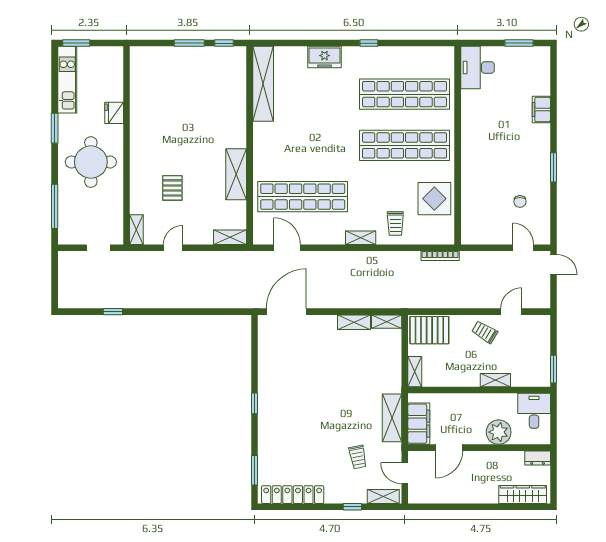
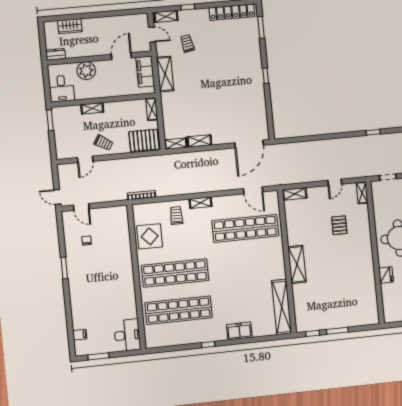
filing cabinet: (541, 109) -> (80, 335), moved, width x0.50
shelving: (236, 174) -> (297, 264), moved
wardrobe: (523, 494) -> (70, 26), width x0.67

